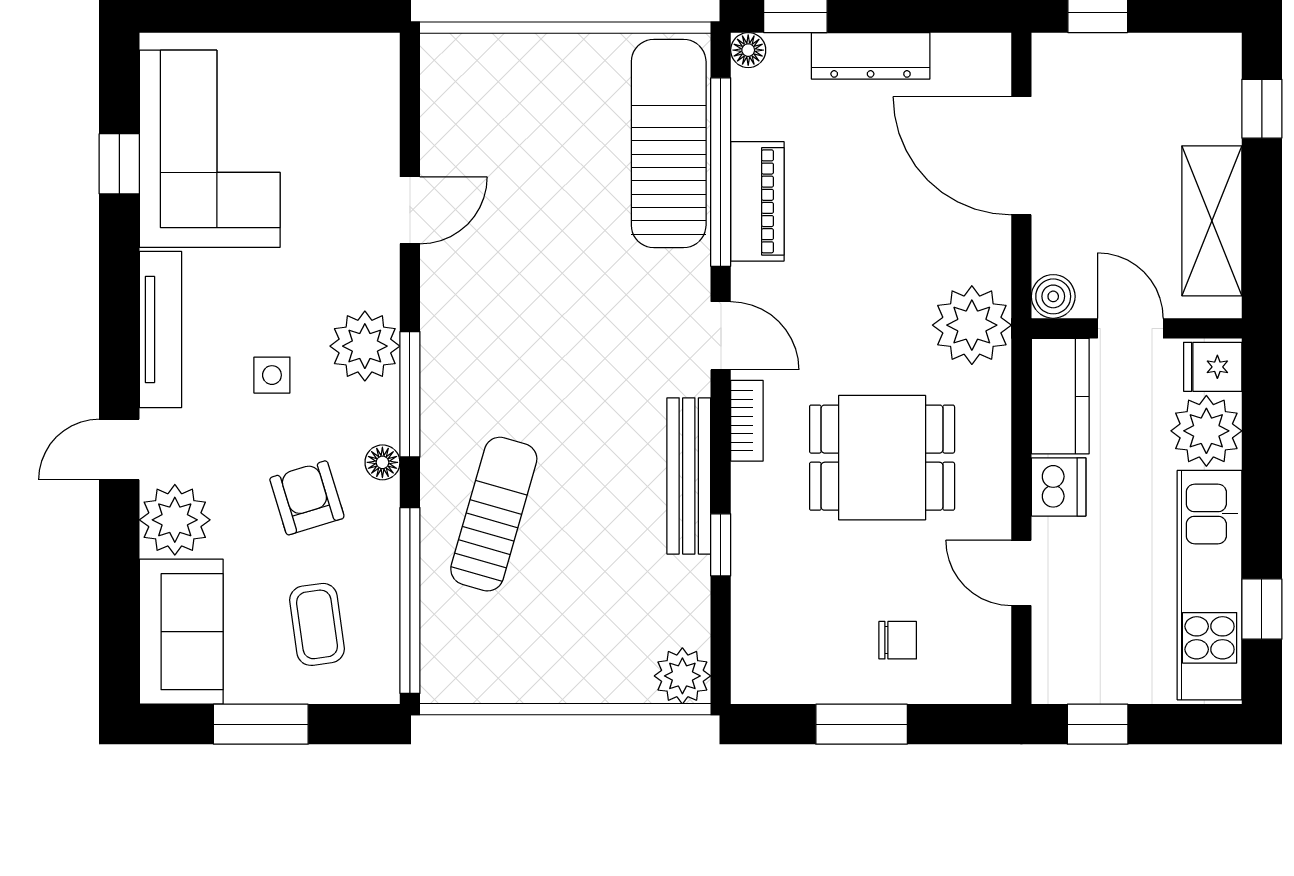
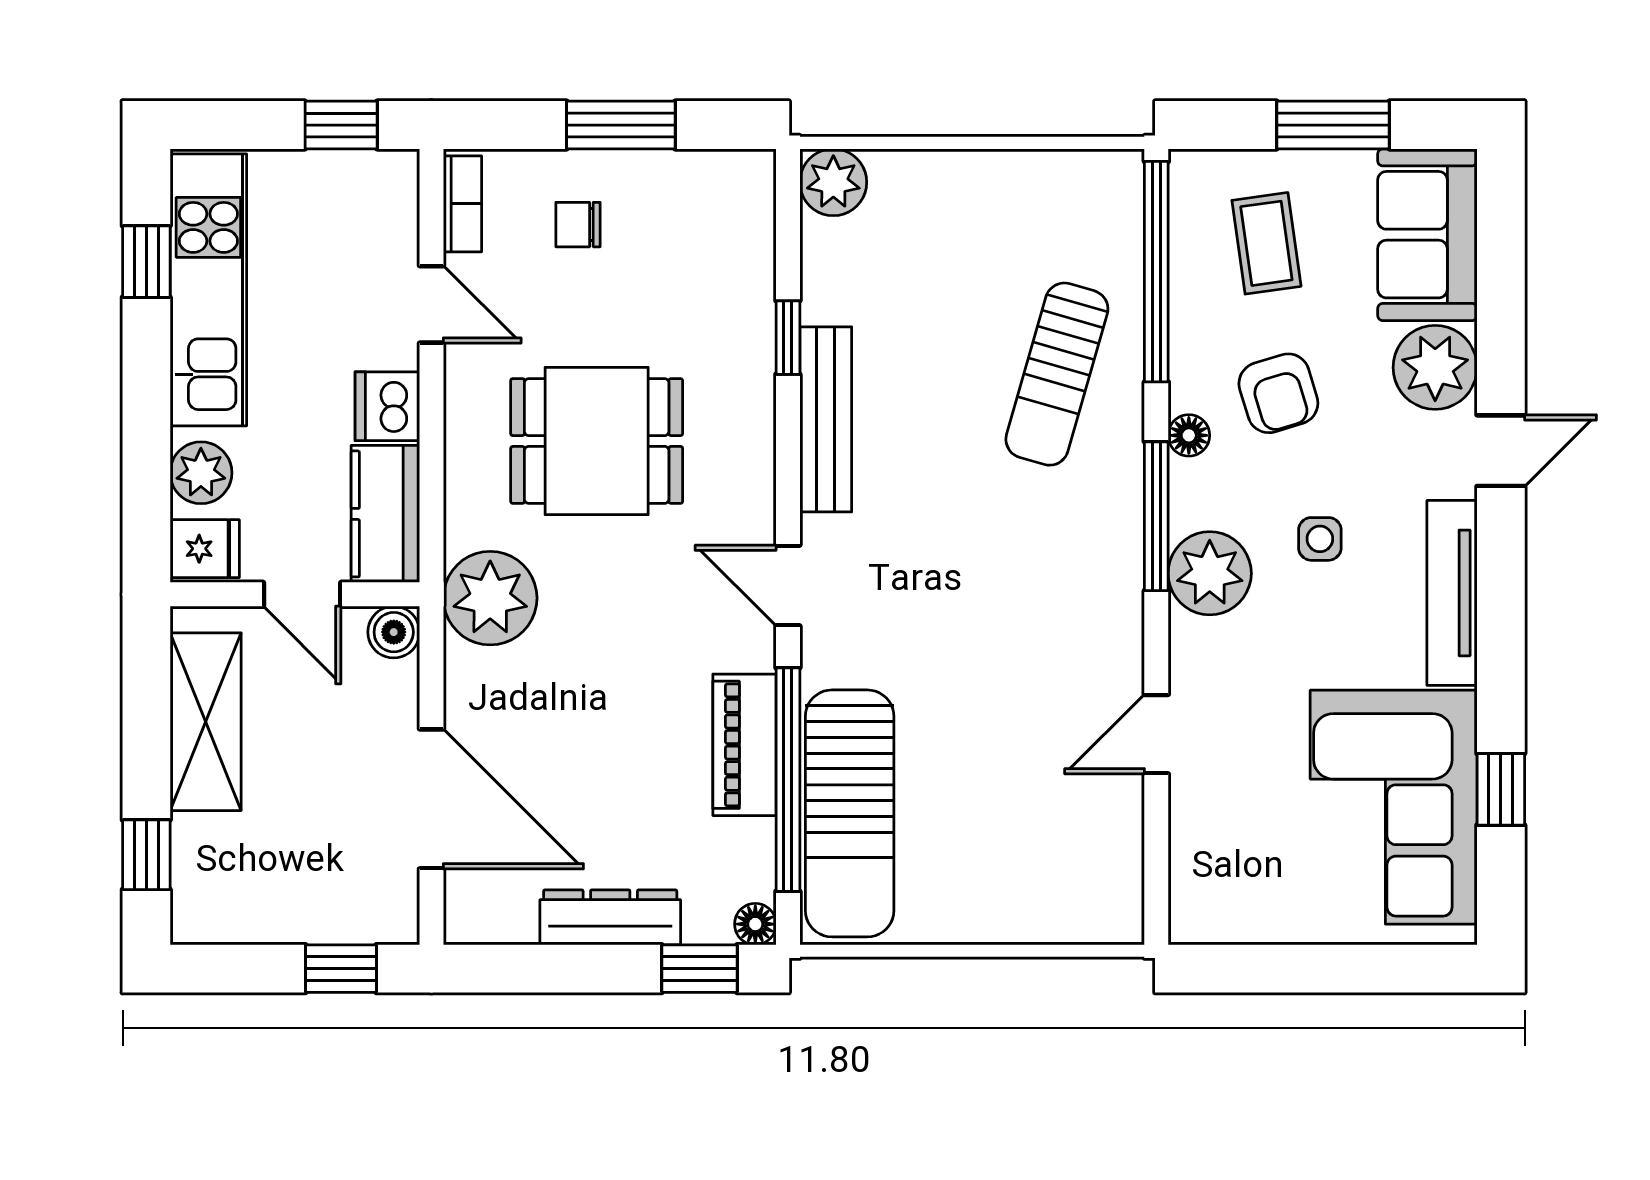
bookcase: (747, 421) -> (463, 204), moved, turned 180
plant: (1206, 431) -> (201, 473), width x0.73, depth x0.73

